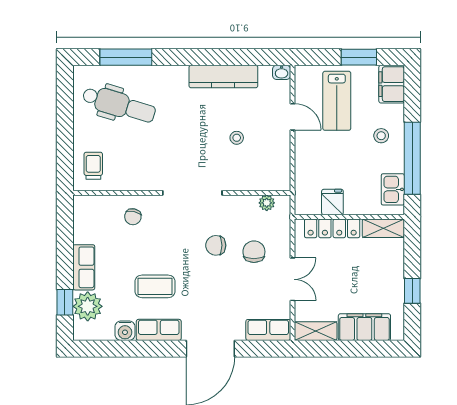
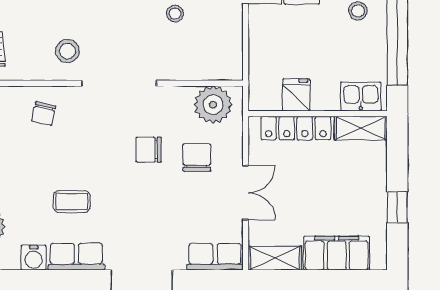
stool: (152, 167) -> (67, 51), added
kitchen sink: (393, 189) -> (361, 96), moved, turned 90
plant: (267, 203) -> (213, 105), width x1.87, depth x1.87
coffee table: (155, 286) -> (72, 202), width x0.73, depth x0.77

